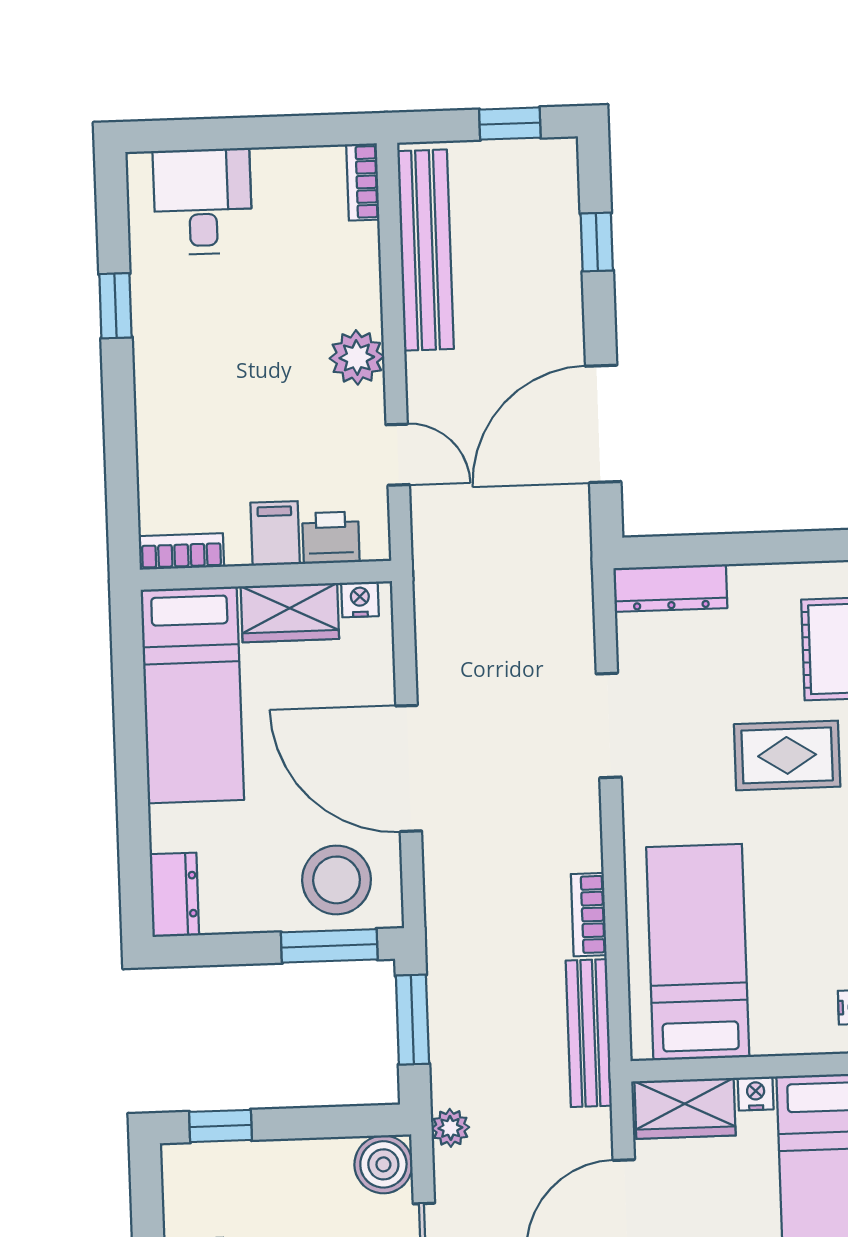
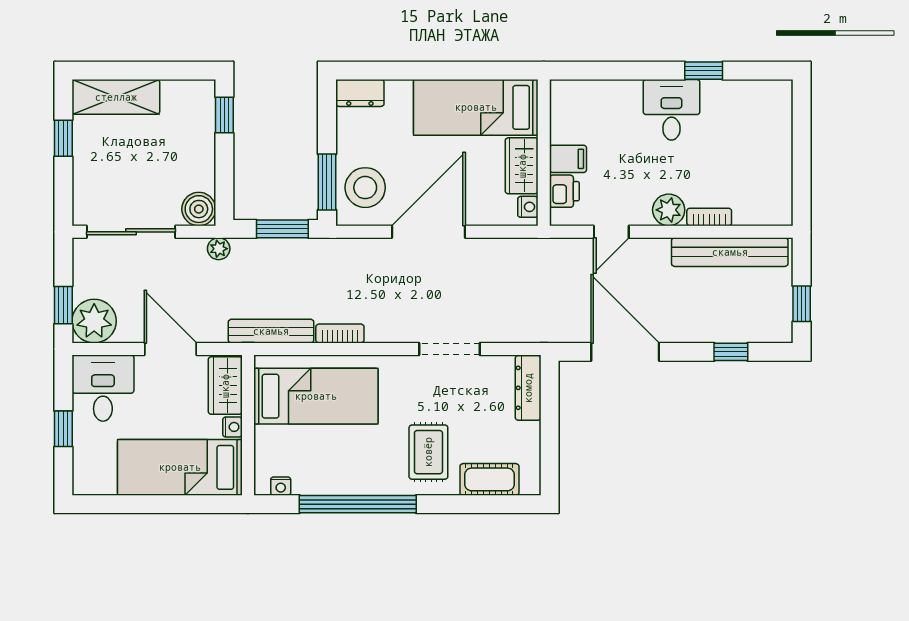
bookcase: (363, 182) -> (709, 217), moved
desk: (203, 202) -> (671, 110), moved, turned -90
bookcase: (181, 551) -> (559, 104), removed

